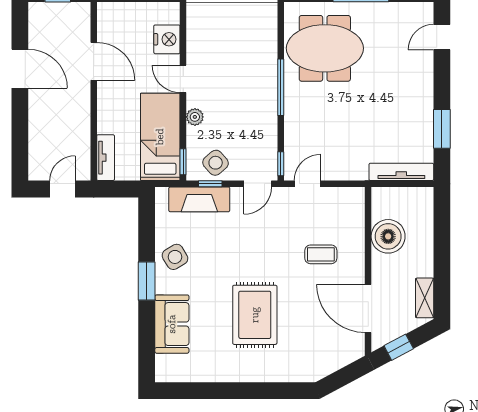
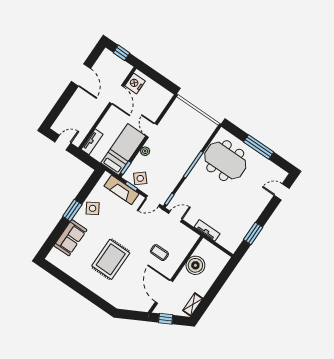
nightstand: (167, 39) -> (135, 83), moved, turned 180
tv unit: (401, 172) -> (207, 230), moved, width x0.71

